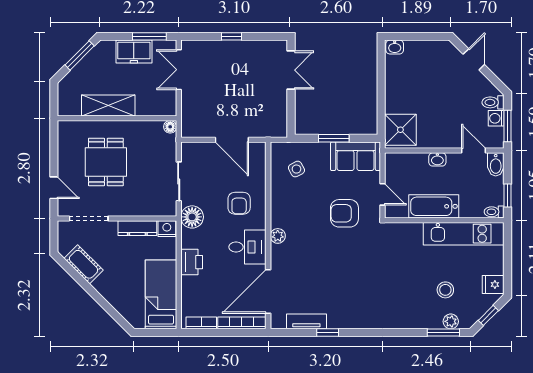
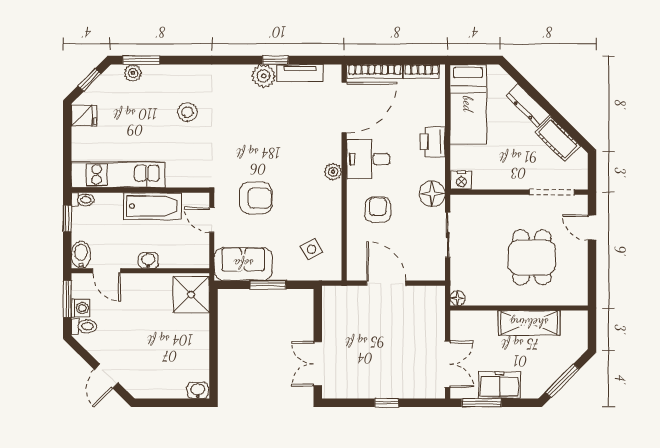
dresser: (137, 228) -> (528, 105), moved, turned -135
stool: (445, 290) -> (188, 112), moved
plant: (338, 319) -> (264, 76), added

